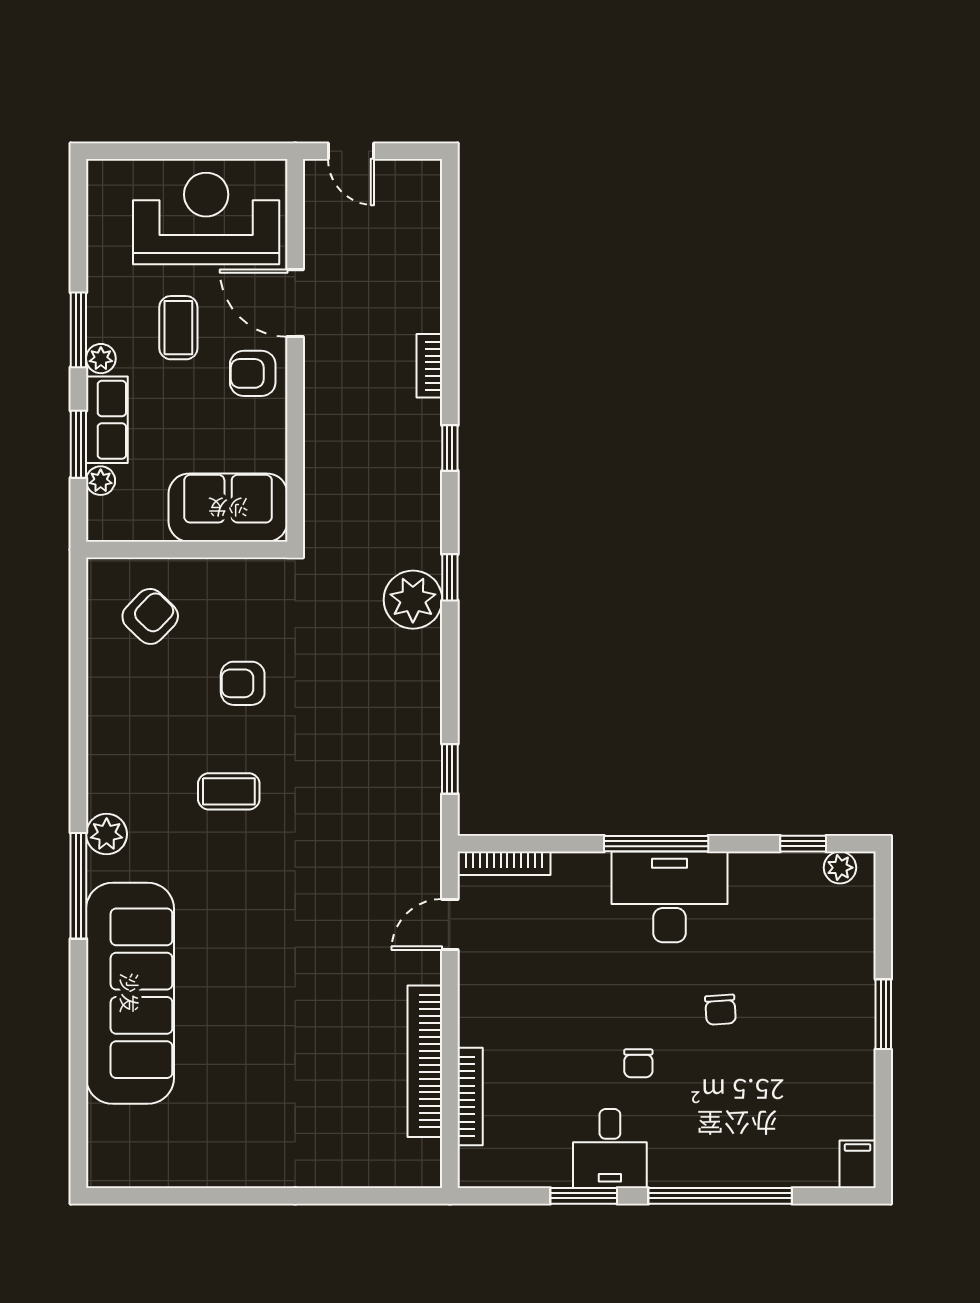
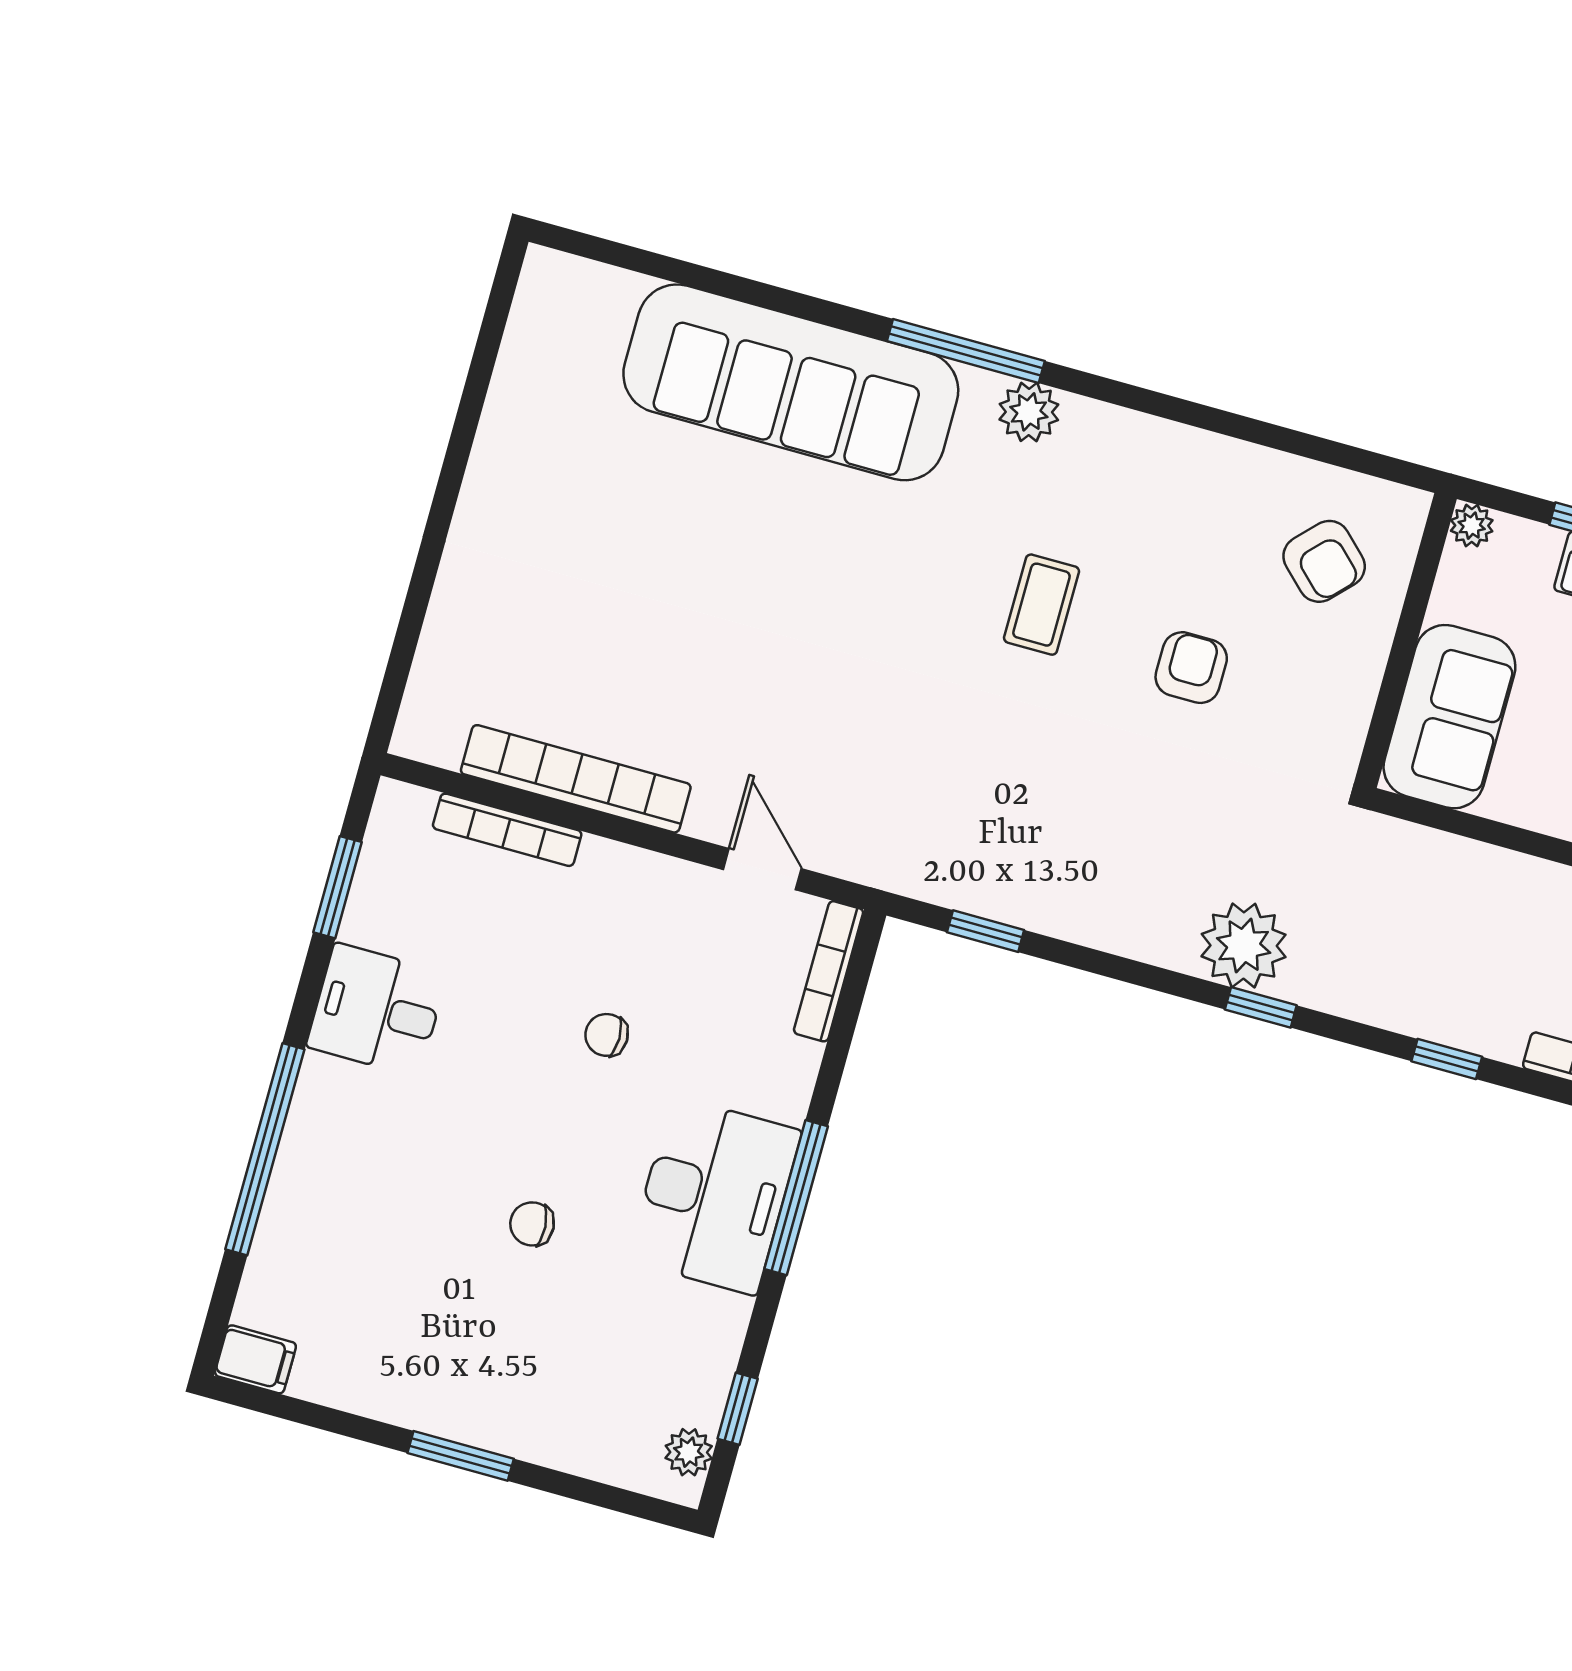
plant: (101, 481) -> (1472, 526), moved
chair: (638, 1063) -> (607, 1035), moved
window: (584, 1196) -> (337, 887), moved

